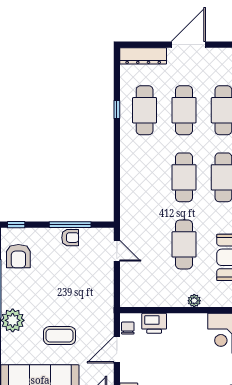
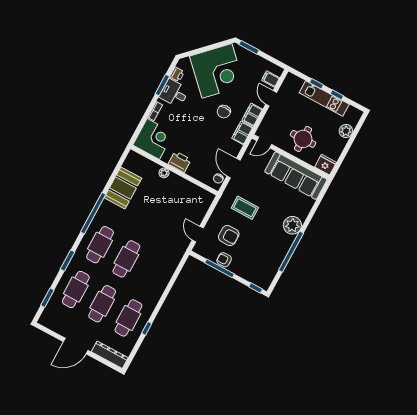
cafe table: (184, 244) -> (151, 214), removed
armchair: (18, 256) -> (229, 236), moved, turned 90
printer: (154, 323) -> (180, 162), moved
coffee table: (60, 336) -> (245, 208), moved
door: (117, 350) -> (233, 168), swing flipped

